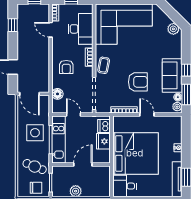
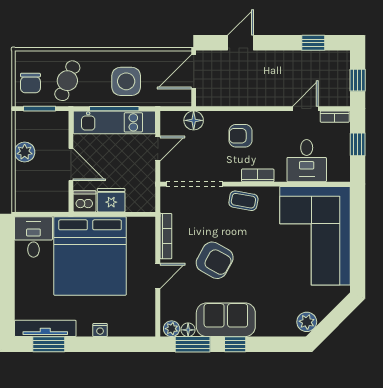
desk: (81, 29) -> (307, 161), width x0.73
armchair: (138, 82) -> (215, 260), turned -61
dishwasher: (104, 126) -> (85, 201), moved

